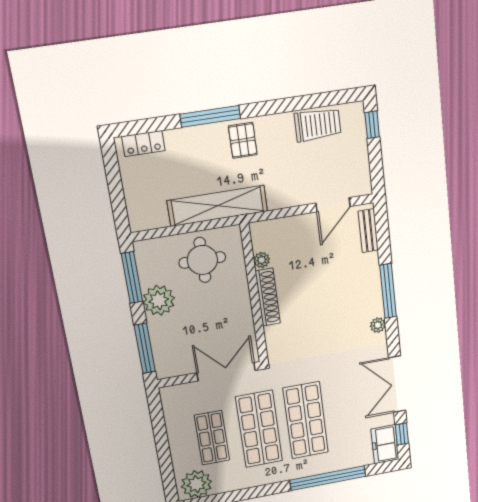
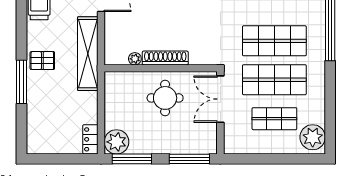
locker: (143, 144) -> (90, 139), moved, turned 180
shelving: (218, 206) -> (88, 54), moved
round table: (202, 260) -> (165, 98), moved
plant: (159, 300) -> (116, 142), moved

